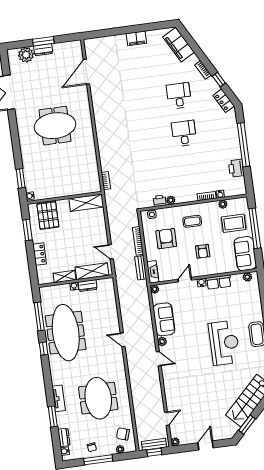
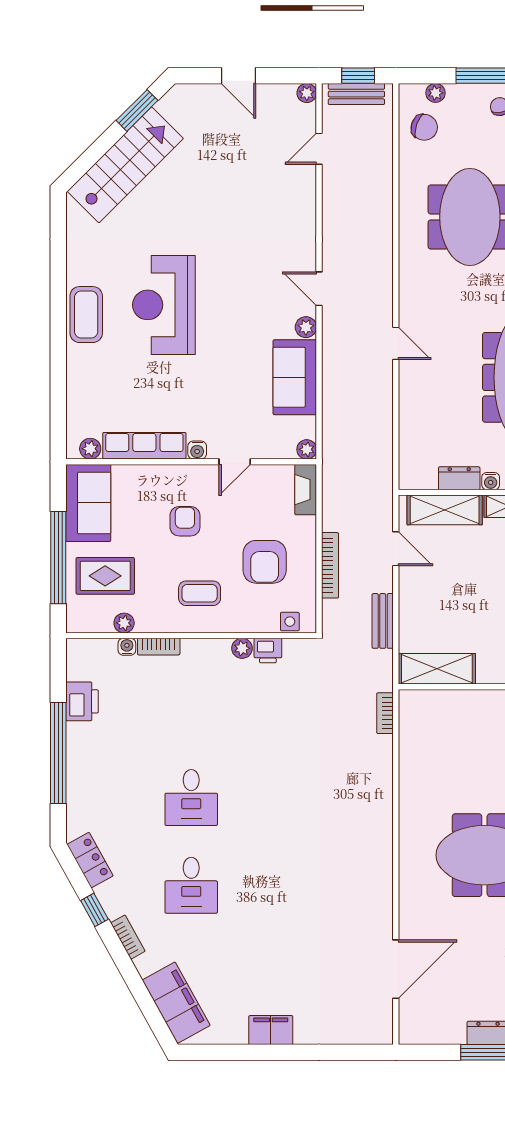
bench: (141, 268) -> (383, 621), moved
row of seats: (219, 282) -> (144, 446), width x1.48
door: (206, 445) -> (238, 76), hinge flipped

